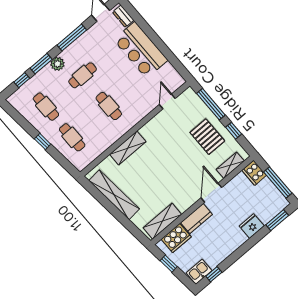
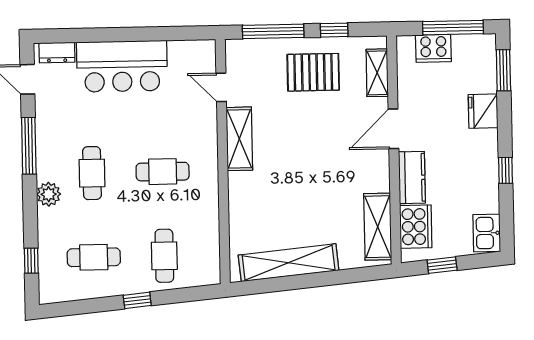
window: (41, 64) -> (30, 216), removed
cafe table: (72, 137) -> (164, 256), turned 90
shelving: (128, 148) -> (239, 139), moved
cooker: (254, 173) -> (433, 48), moved
door: (211, 193) -> (393, 129), hinge flipped
window: (214, 274) -> (506, 170), moved

